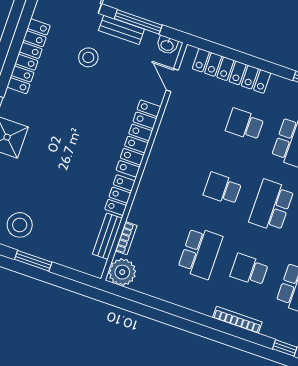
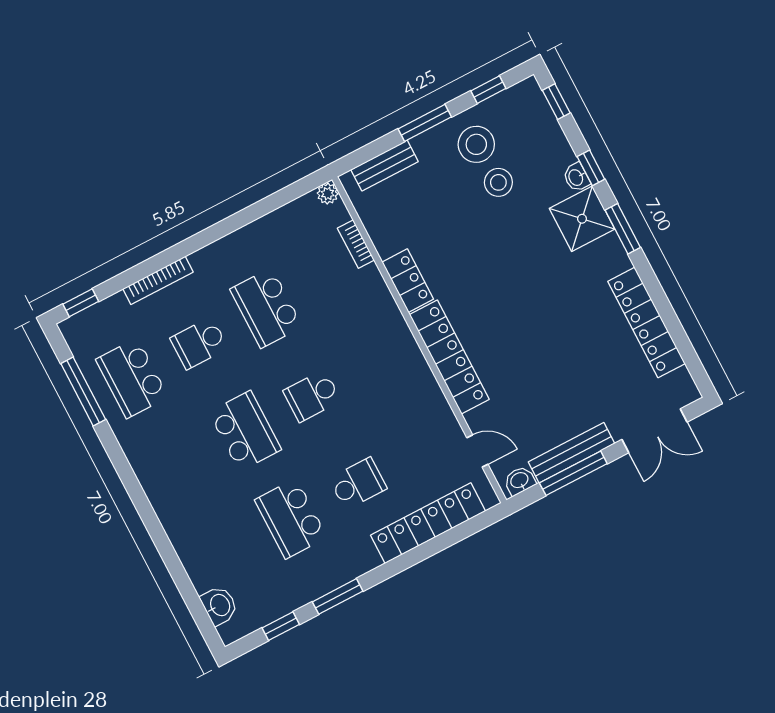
bench: (121, 30) -> (571, 453), width x1.36
stool: (88, 57) -> (498, 182), moved
school desk: (222, 189) -> (312, 396), turned 180
bench: (107, 236) -> (385, 166), moved, turned 90
school desk: (249, 270) -> (199, 343), turned 180
plant: (122, 272) -> (328, 194), width x0.53, depth x0.53

